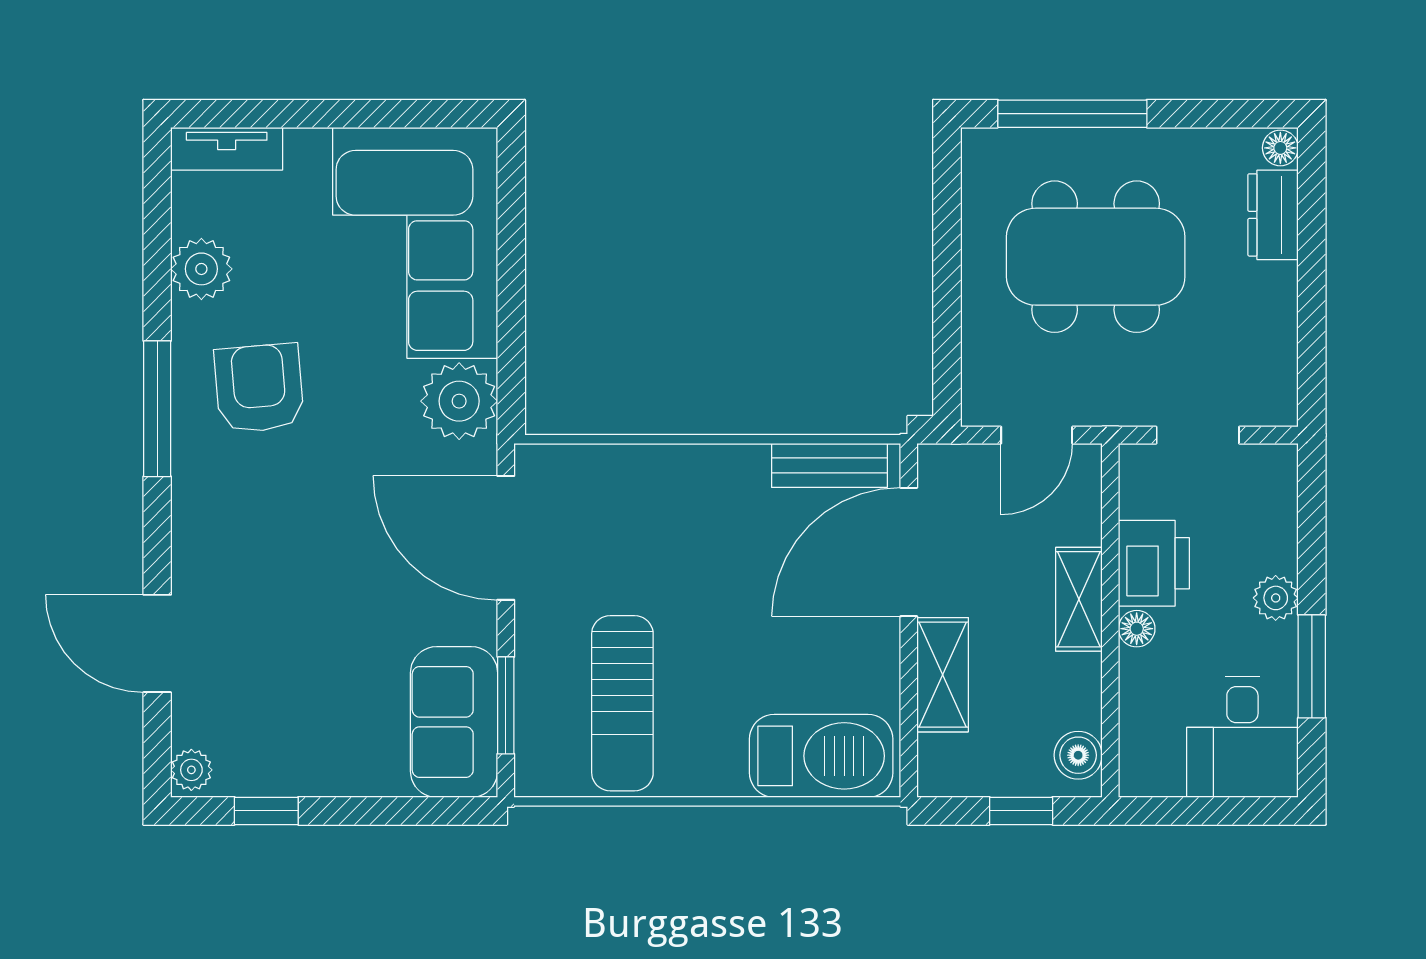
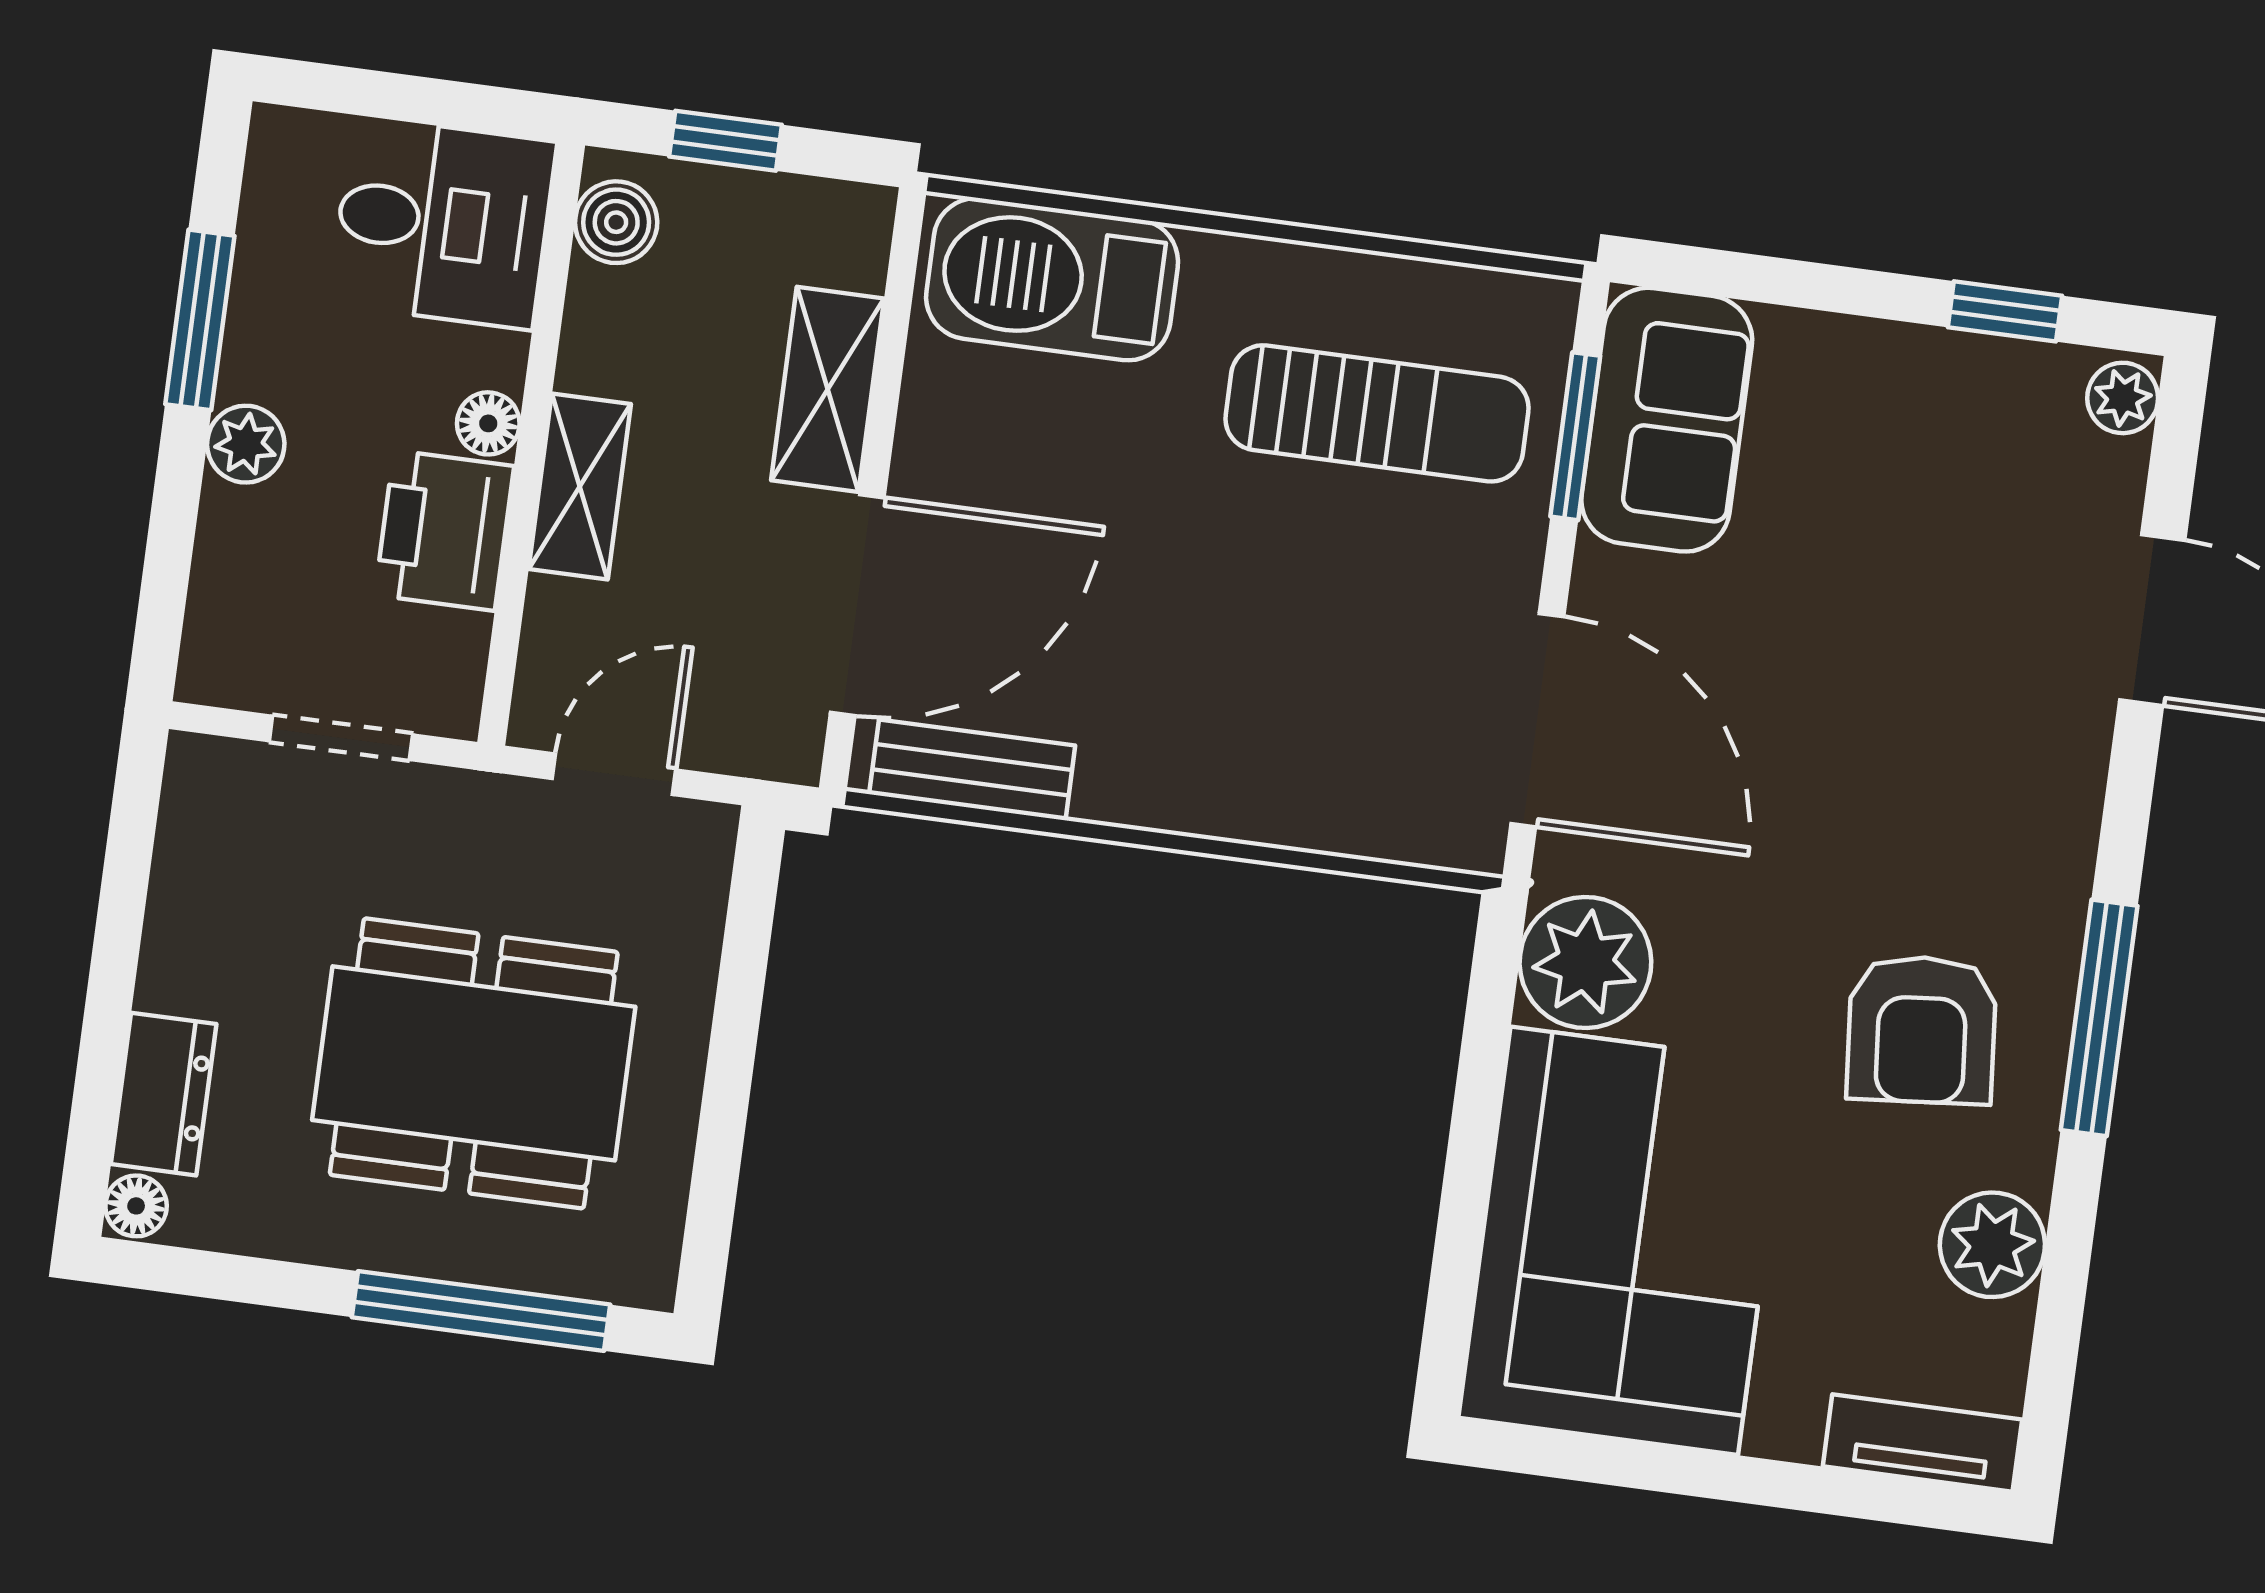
sun lounger: (622, 703) -> (1377, 413), turned 90
desk: (1242, 737) -> (443, 223), moved, turned 90

